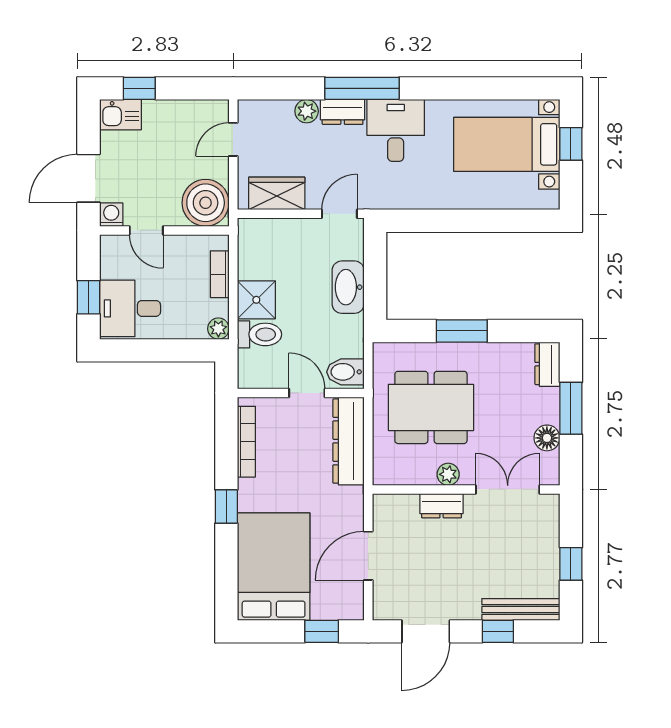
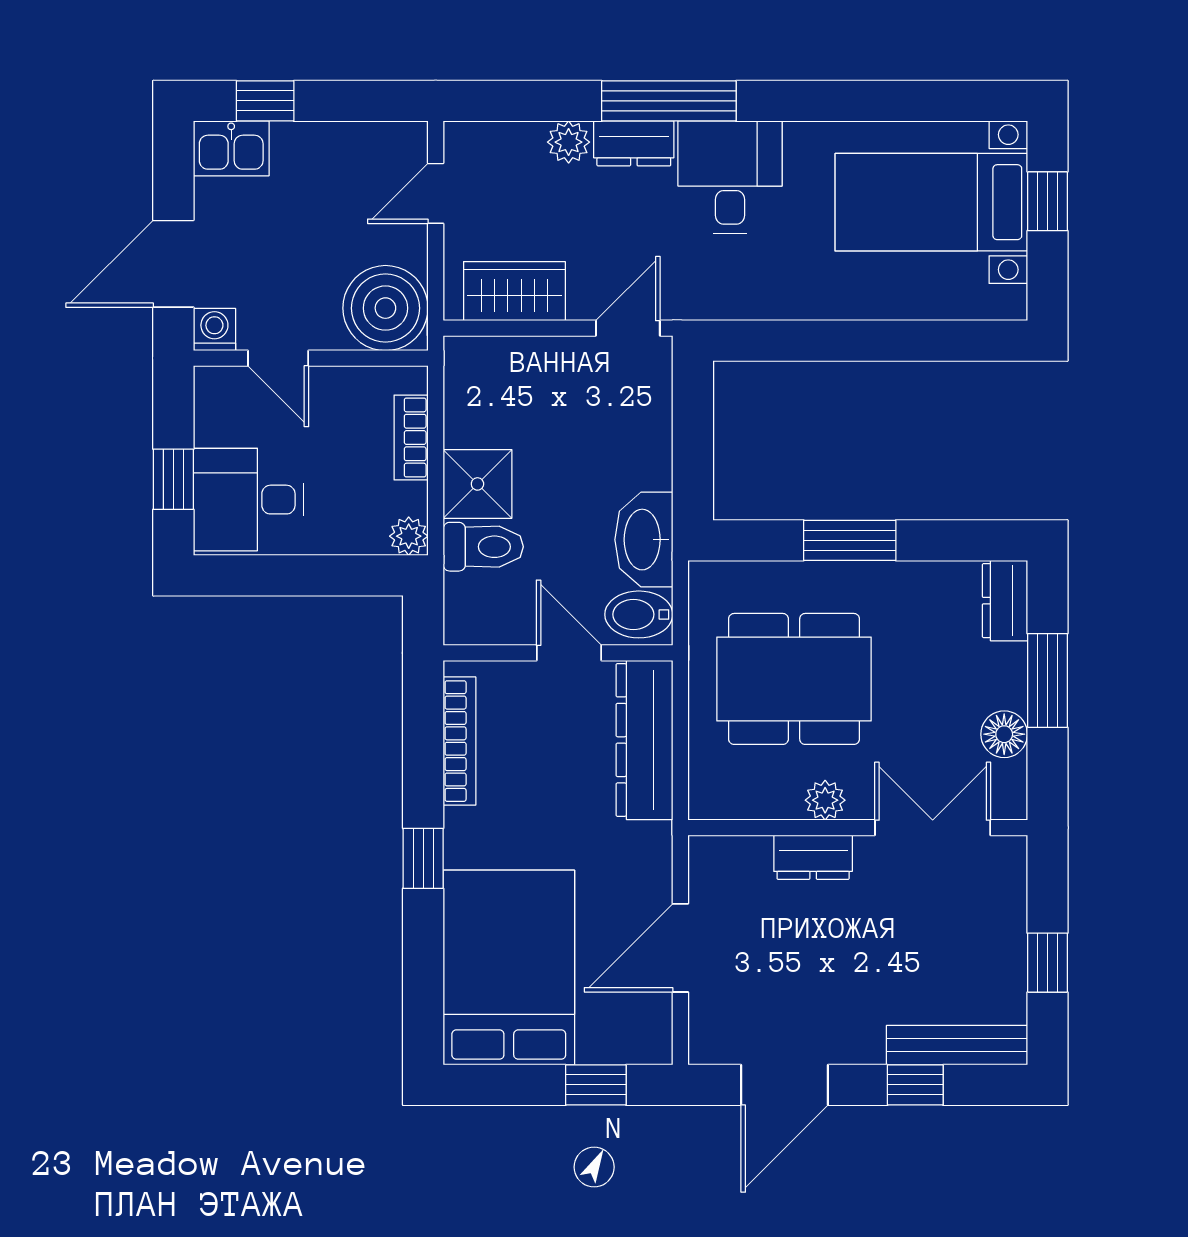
washbasin: (348, 287) -> (644, 540), moved

